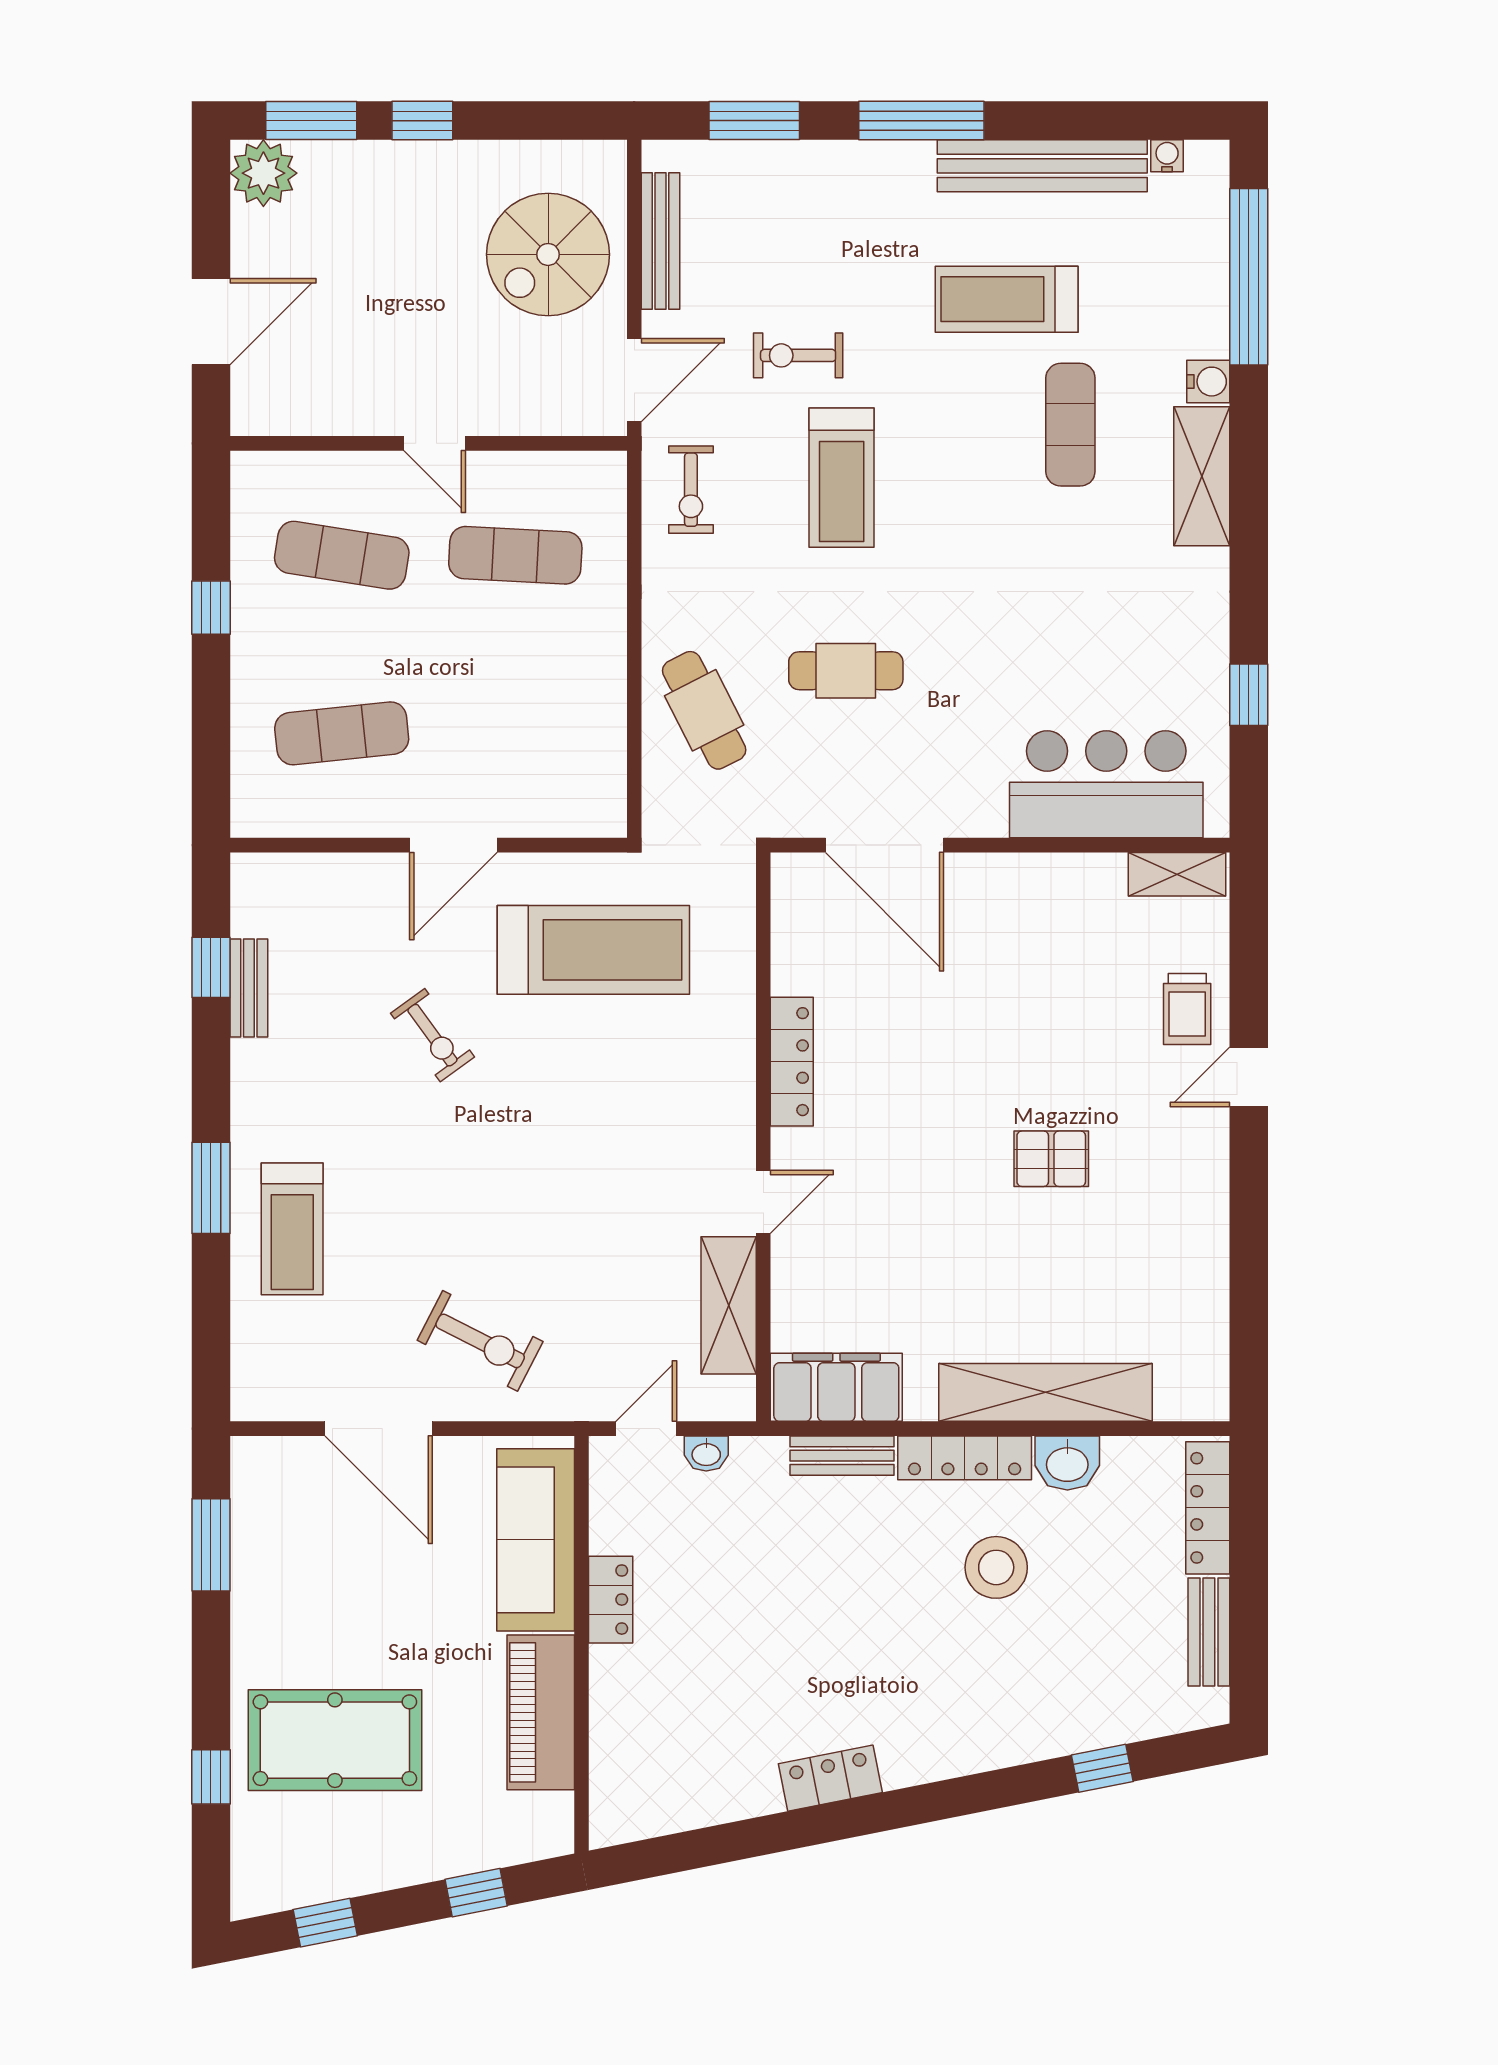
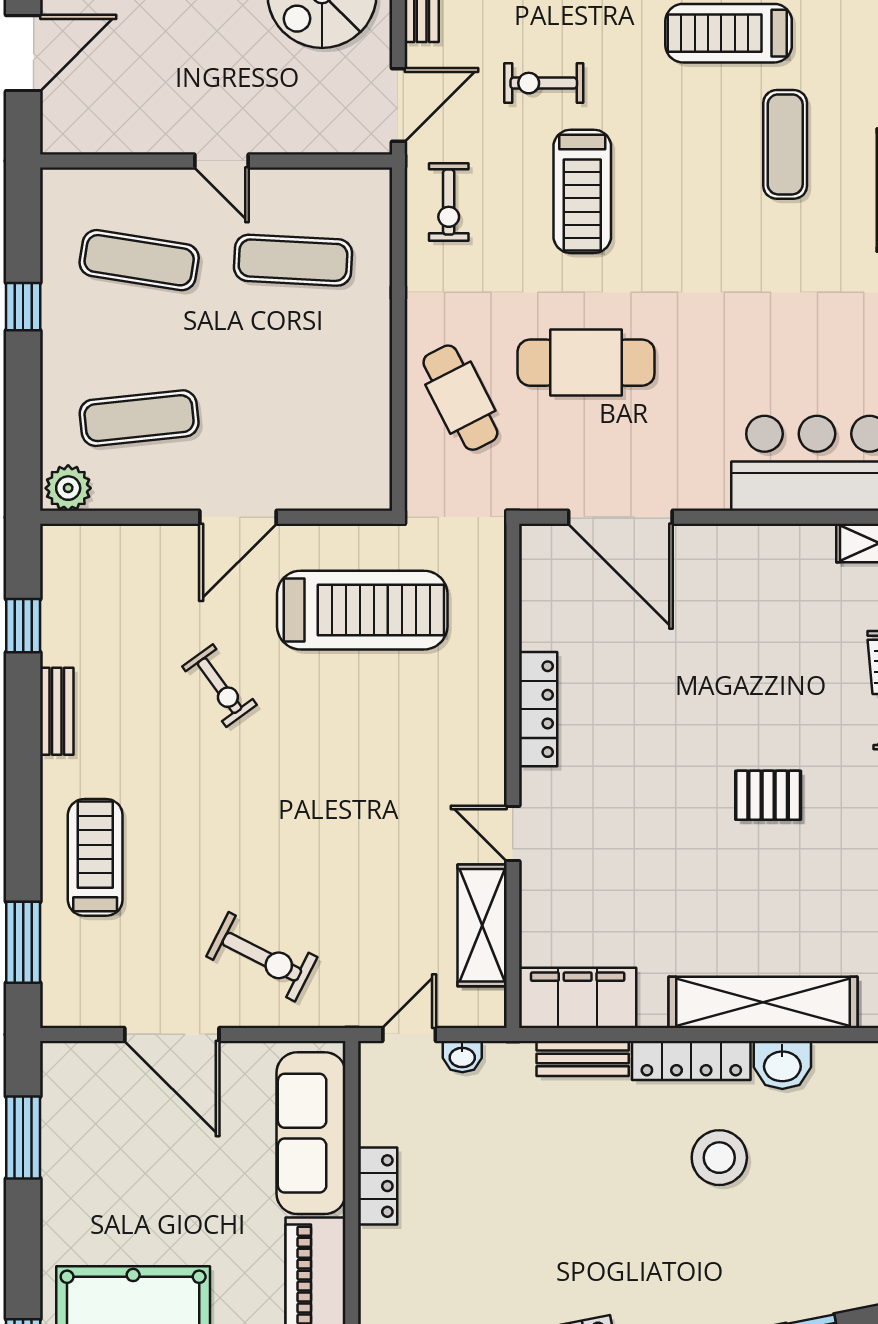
cafe table: (846, 671) -> (586, 363), width x1.37, depth x1.35
plant: (262, 812) -> (68, 488), added
bench: (249, 988) -> (57, 711), moved
window: (211, 1188) -> (23, 942), moved
door: (763, 1202) -> (513, 833), swing flipped
treadmill: (292, 1229) -> (95, 857), turned 180

